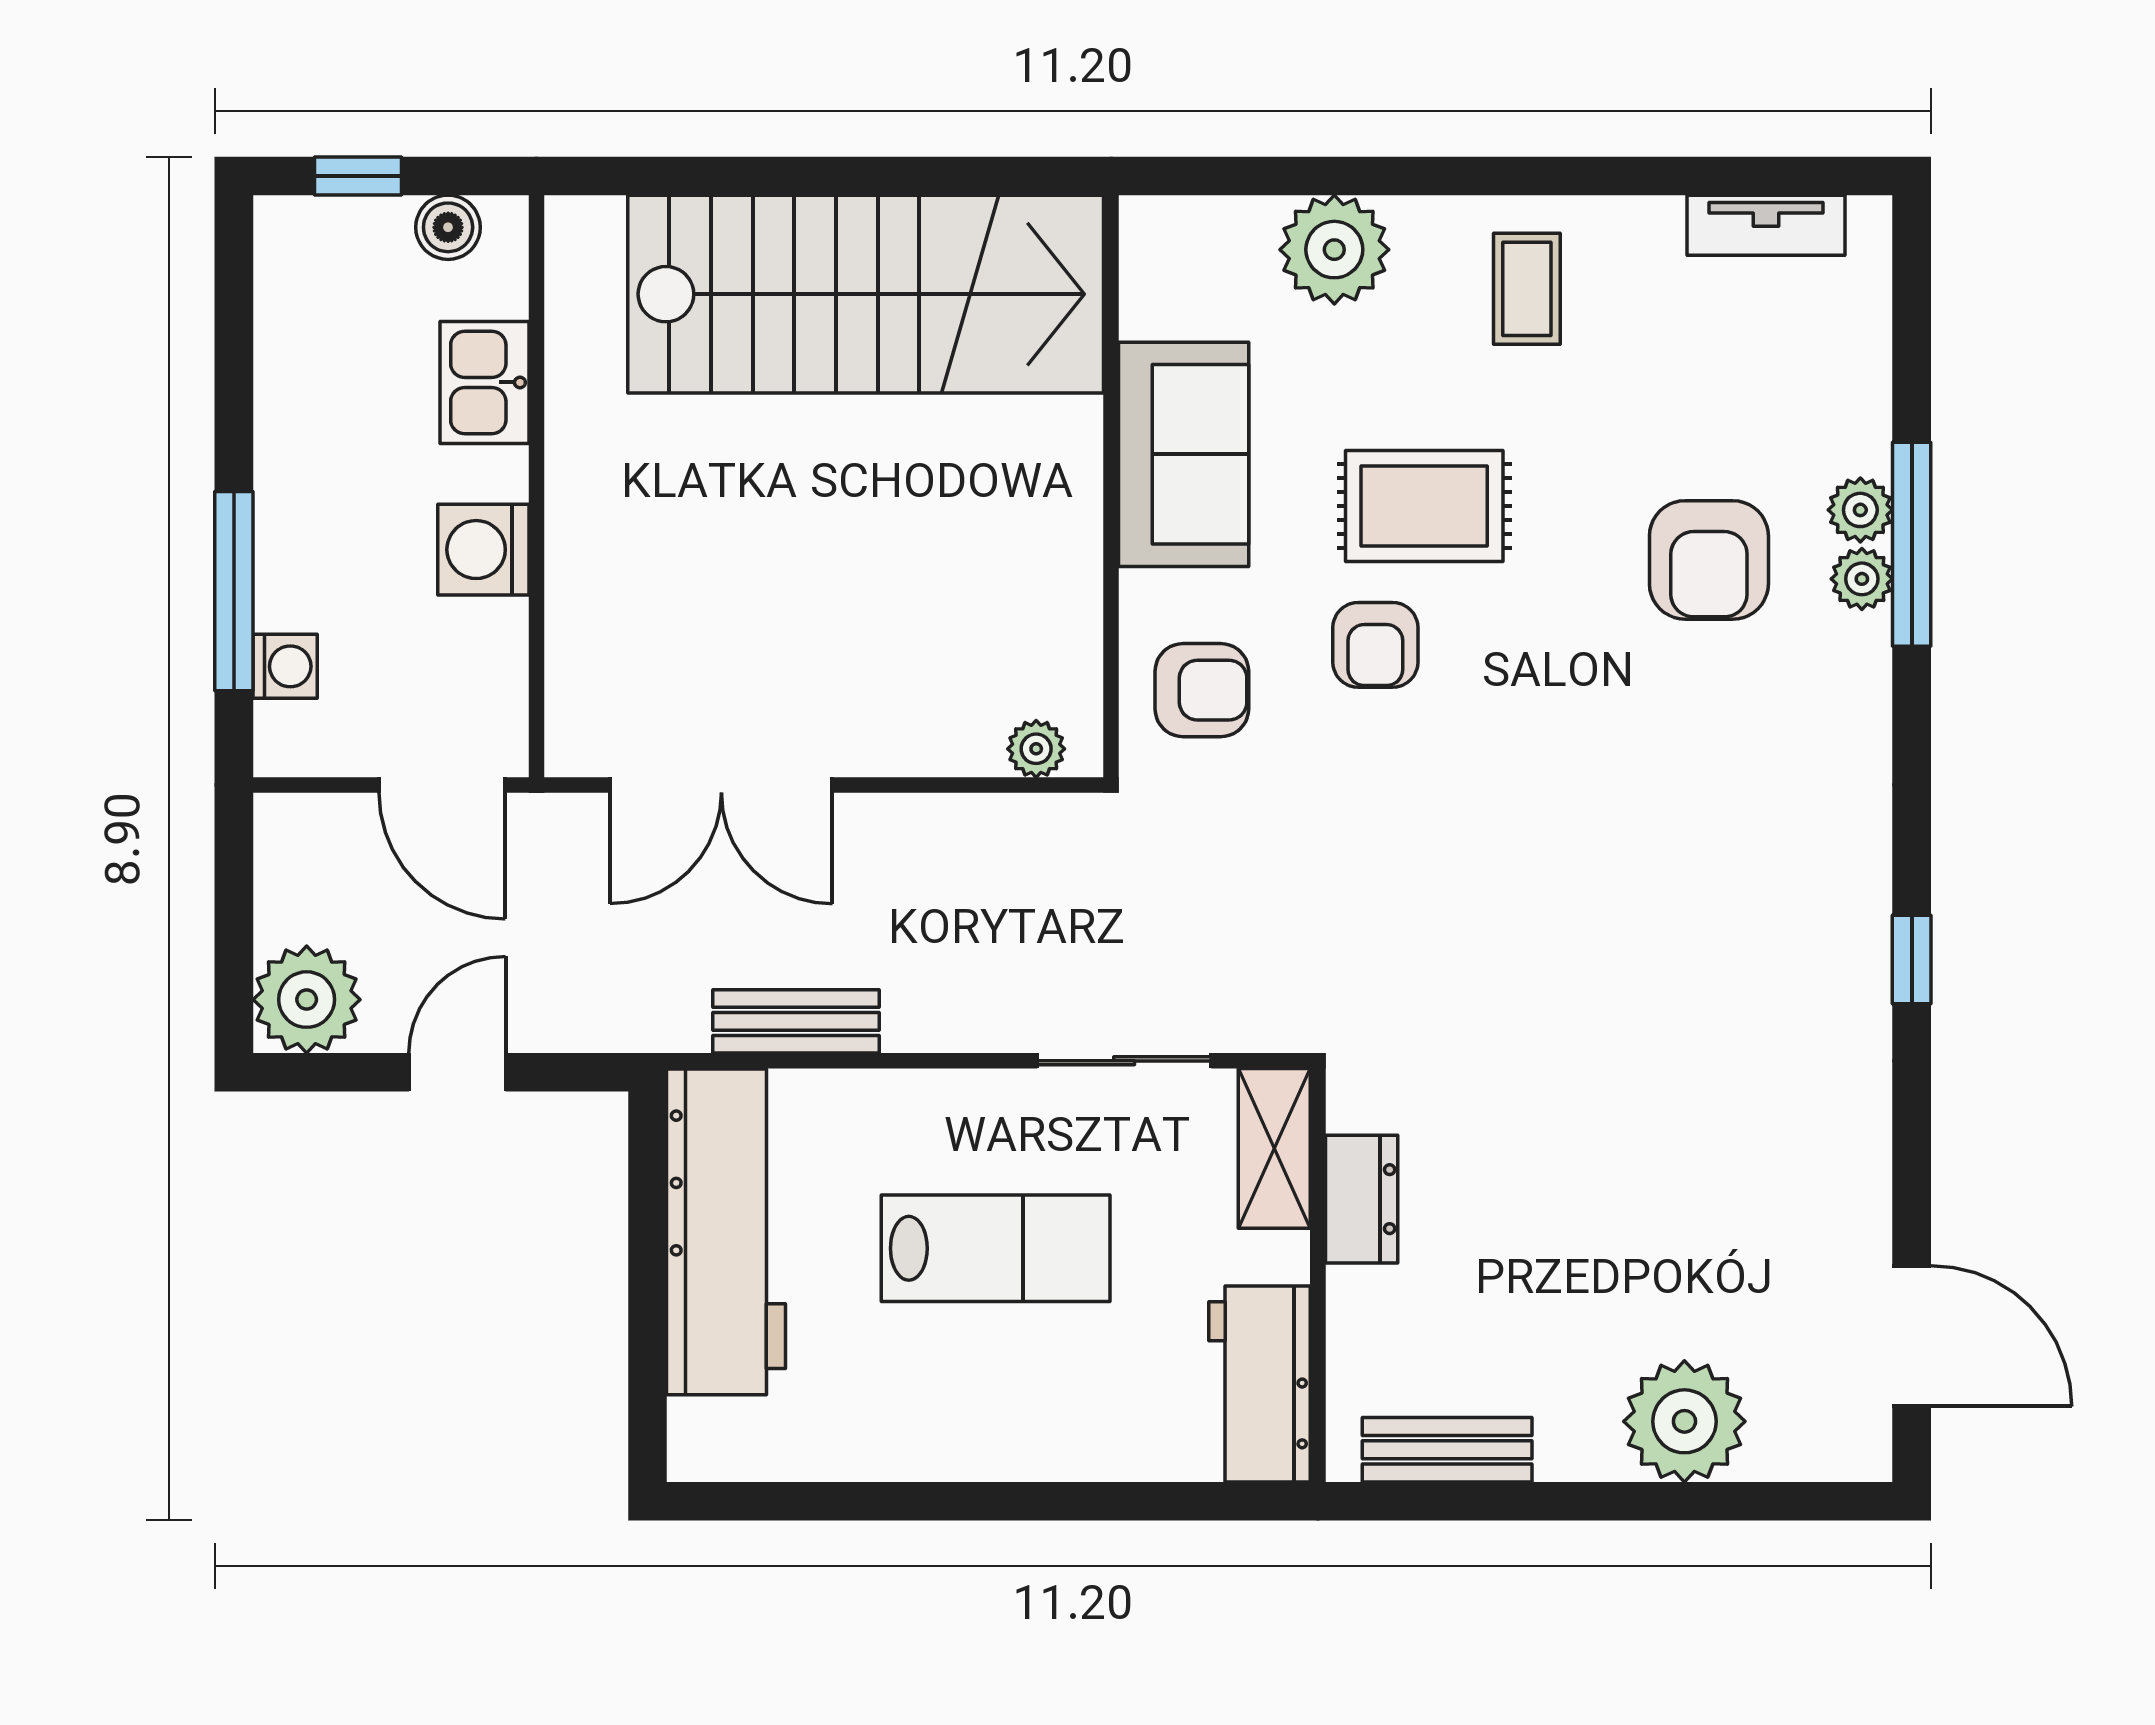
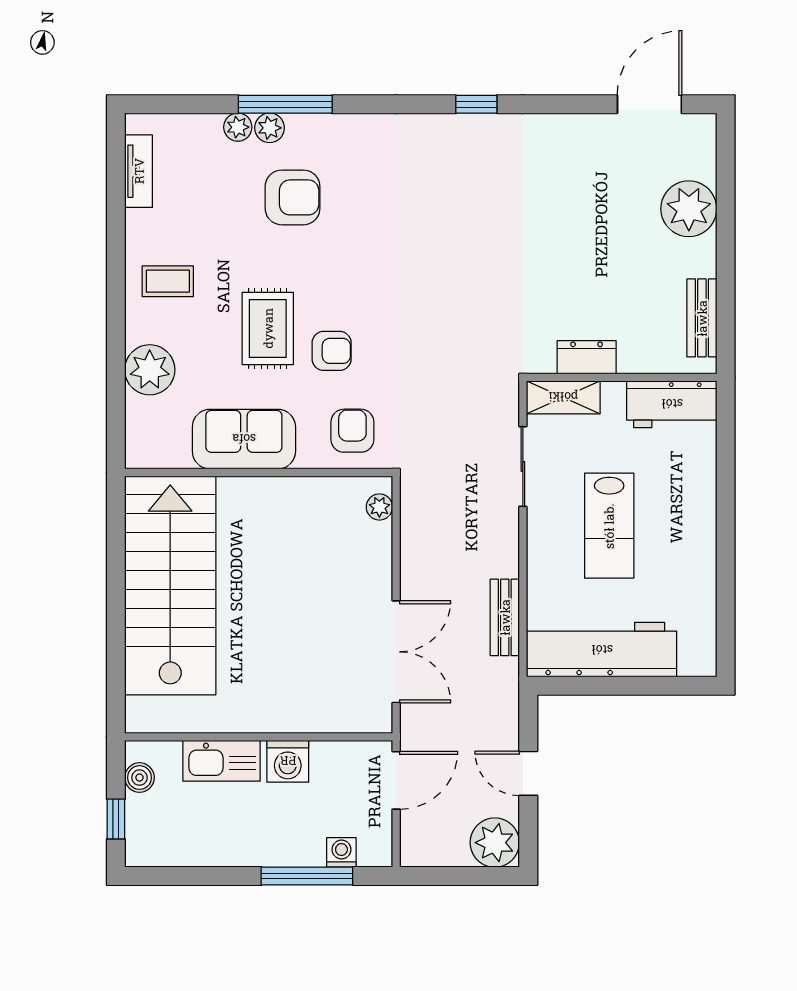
kitchen sink: (484, 382) -> (221, 761), width x1.38
plant: (1862, 579) -> (238, 127), moved
lab bench: (996, 1248) -> (609, 526), turned 180

